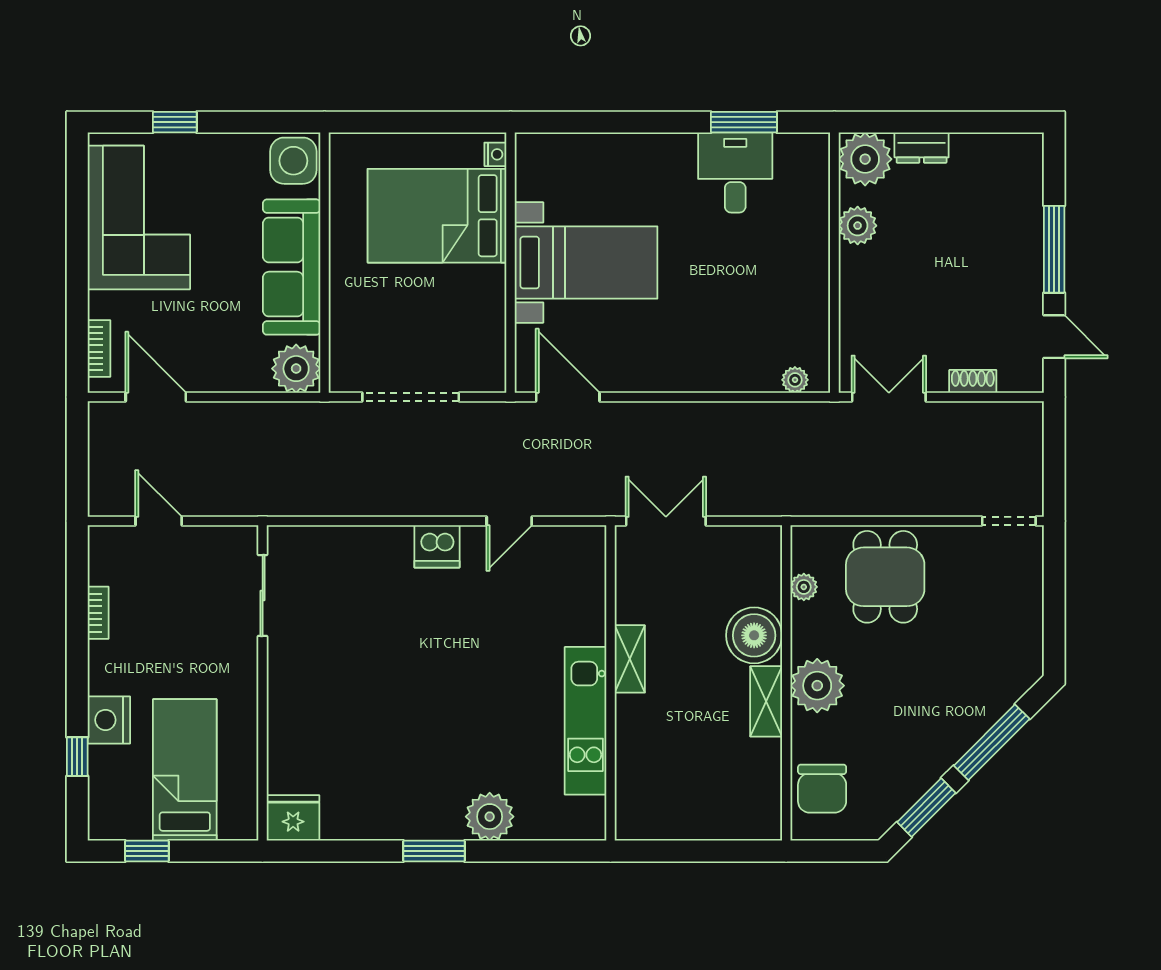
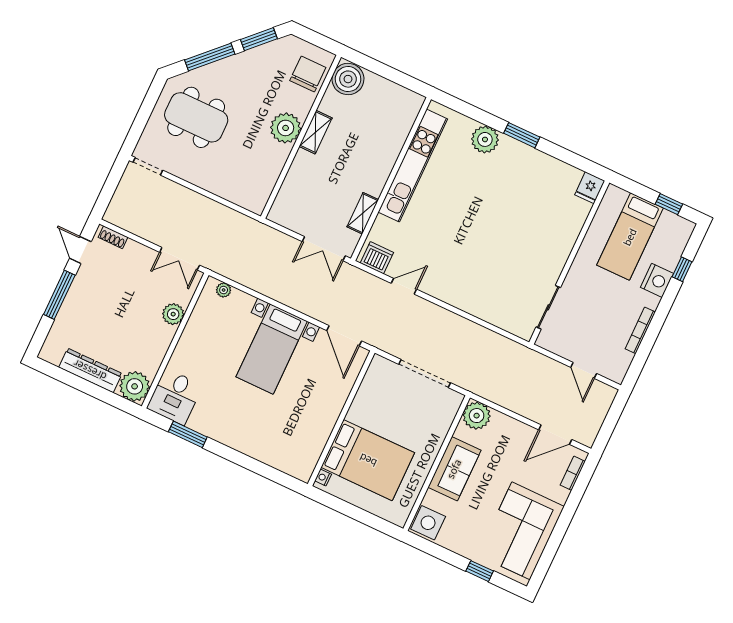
dresser: (922, 148) -> (90, 370), width x1.96, depth x1.24
desk: (735, 173) -> (175, 397), moved
plant: (858, 226) -> (173, 314), moved
bed with nightstands: (586, 263) -> (272, 349), moved, turned -90
sofa: (292, 267) -> (454, 469), width x0.73
shoe rack: (973, 381) -> (113, 237), moved
door: (156, 397) -> (555, 435), hinge flipped
dishwasher: (437, 546) -> (377, 258), moved
dining table: (885, 577) -> (196, 117), moved, width x1.37
plant: (804, 587) -> (269, 182), removed
bookcase: (98, 613) -> (640, 330), width x1.56
boiler: (754, 635) -> (348, 79), moved
shelving: (630, 659) -> (363, 213), moved
kitchen unit: (586, 721) -> (413, 166), width x1.36
fridge: (293, 818) -> (590, 188), width x0.72

